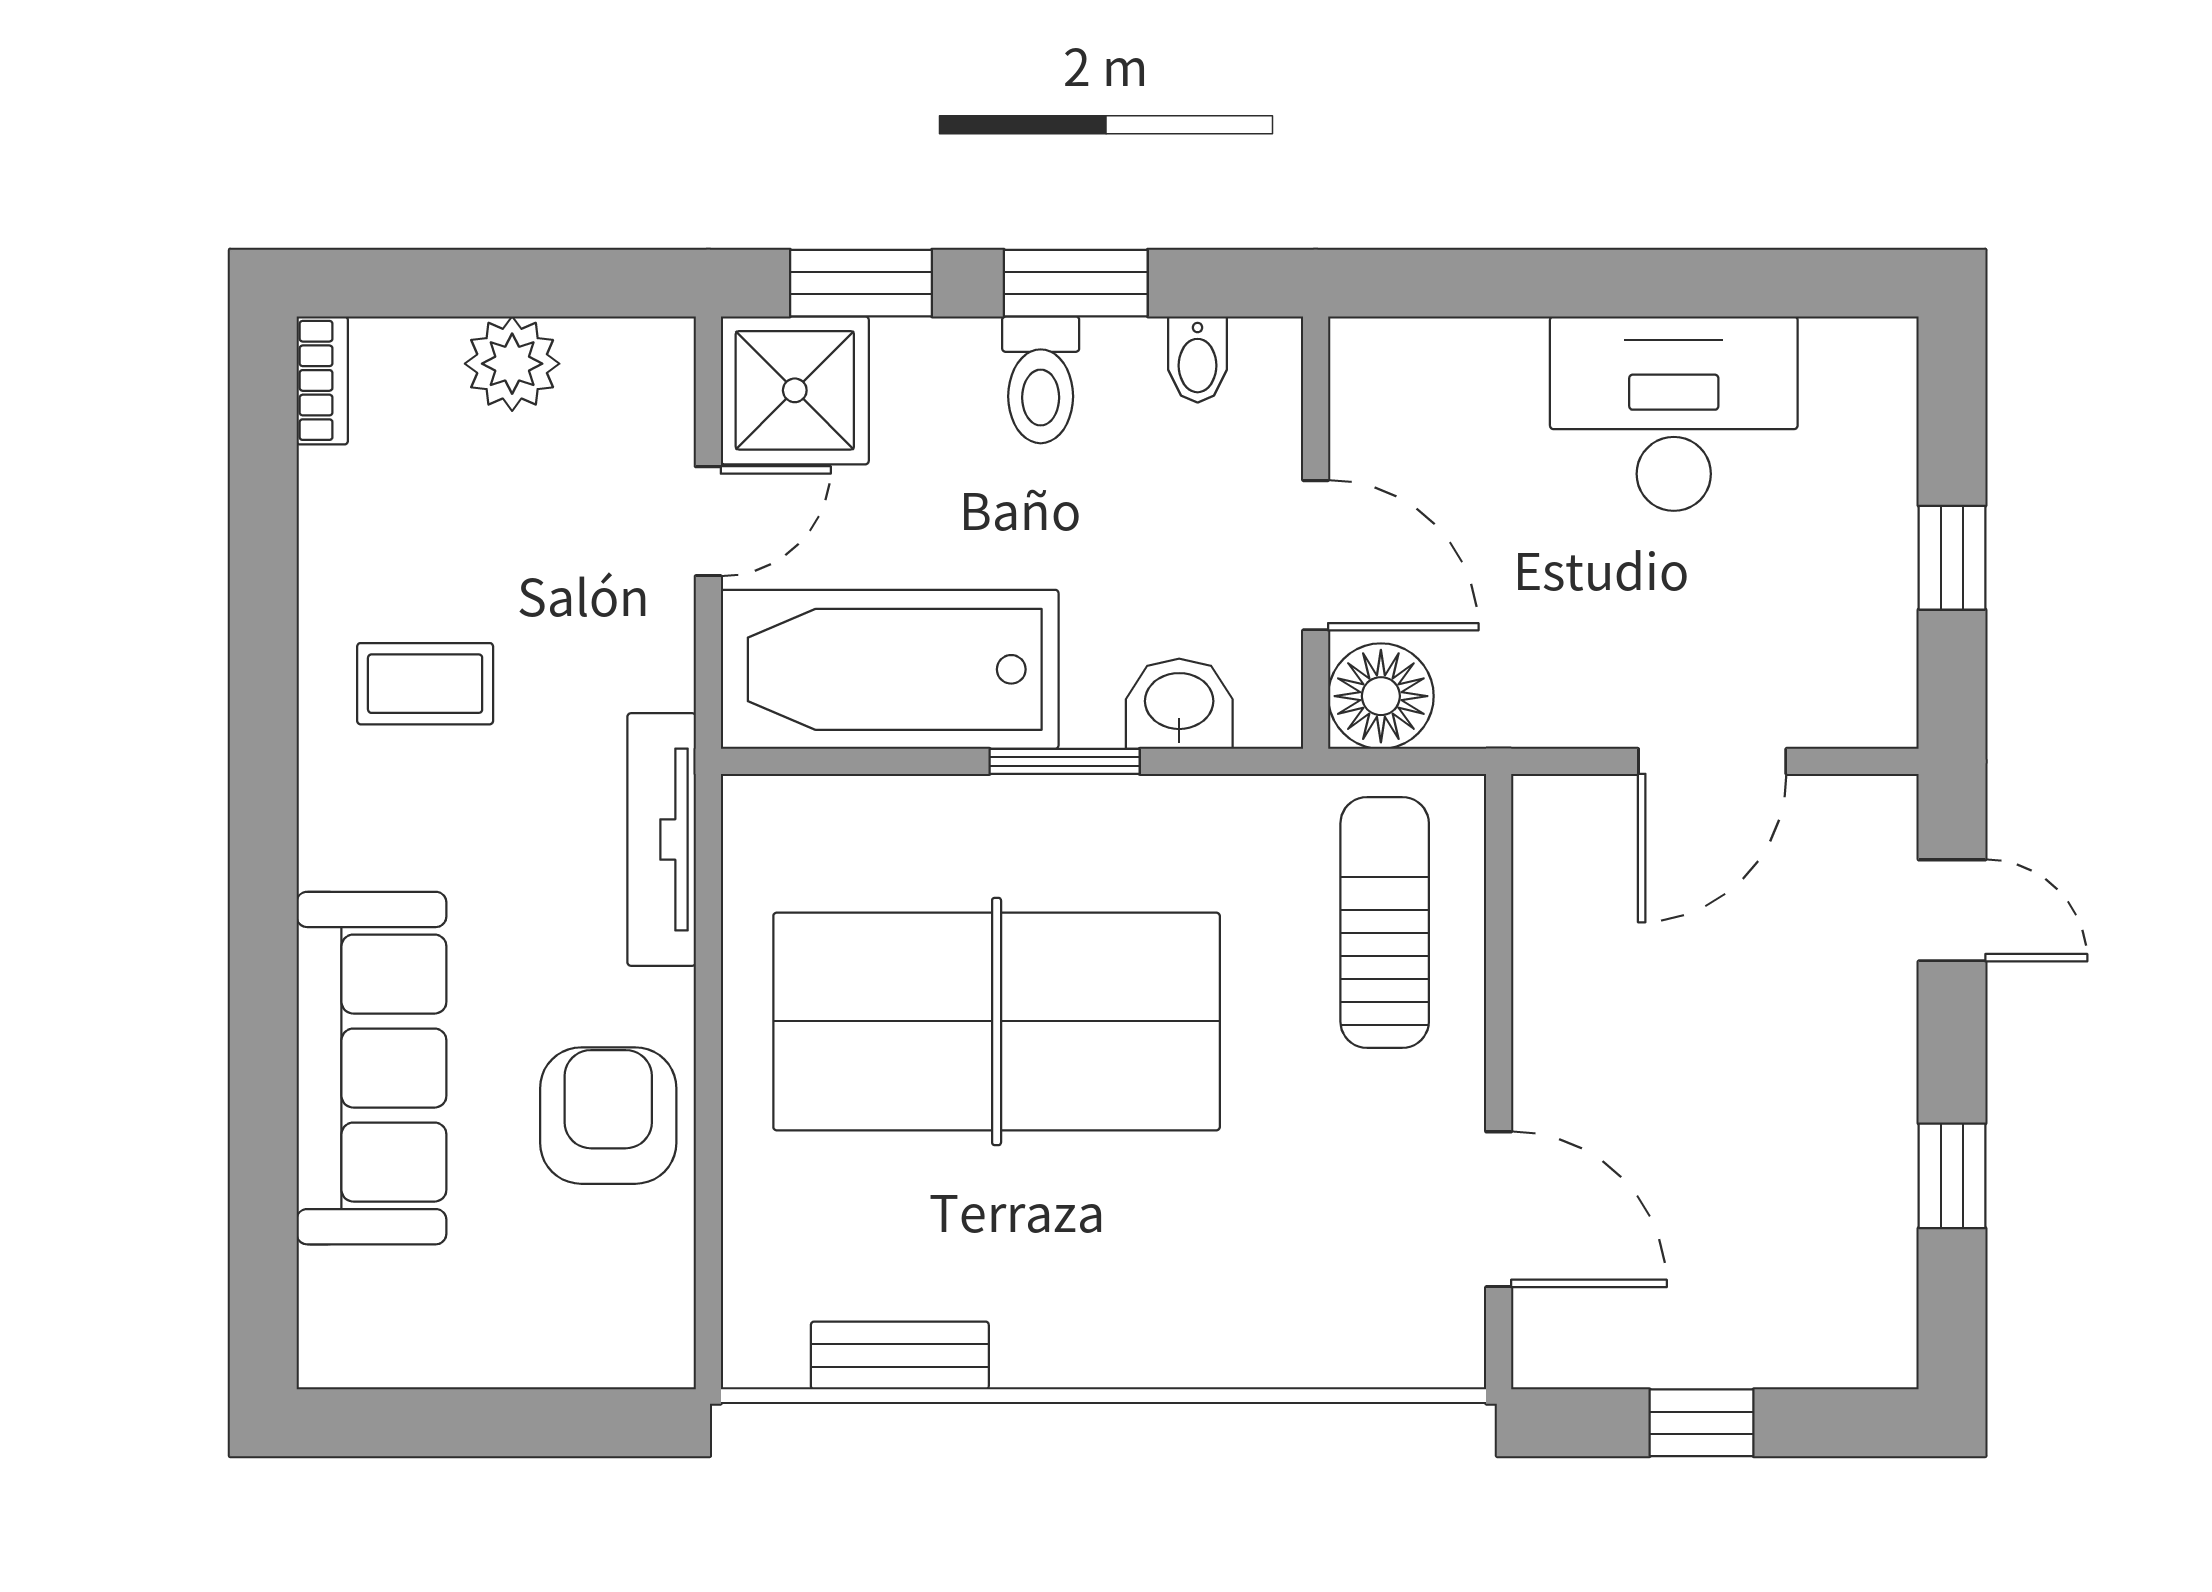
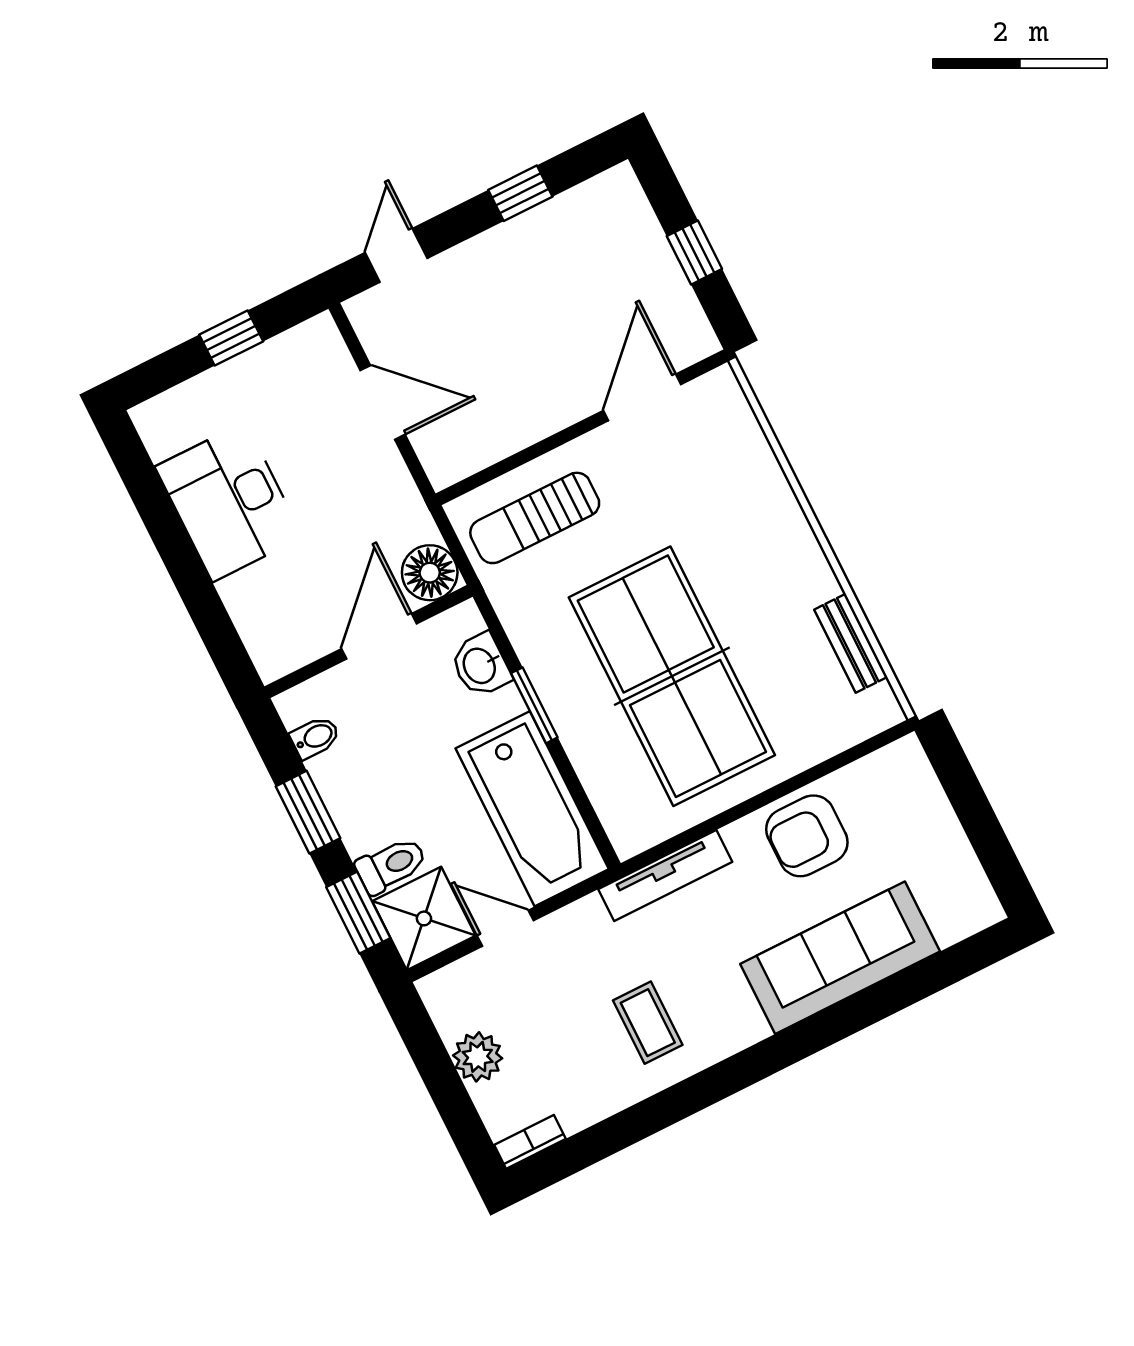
toilet: (1041, 380) -> (391, 865), moved

